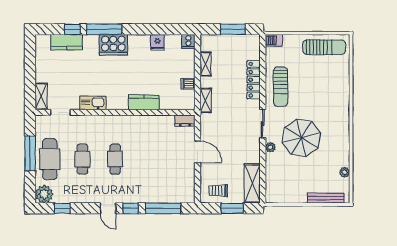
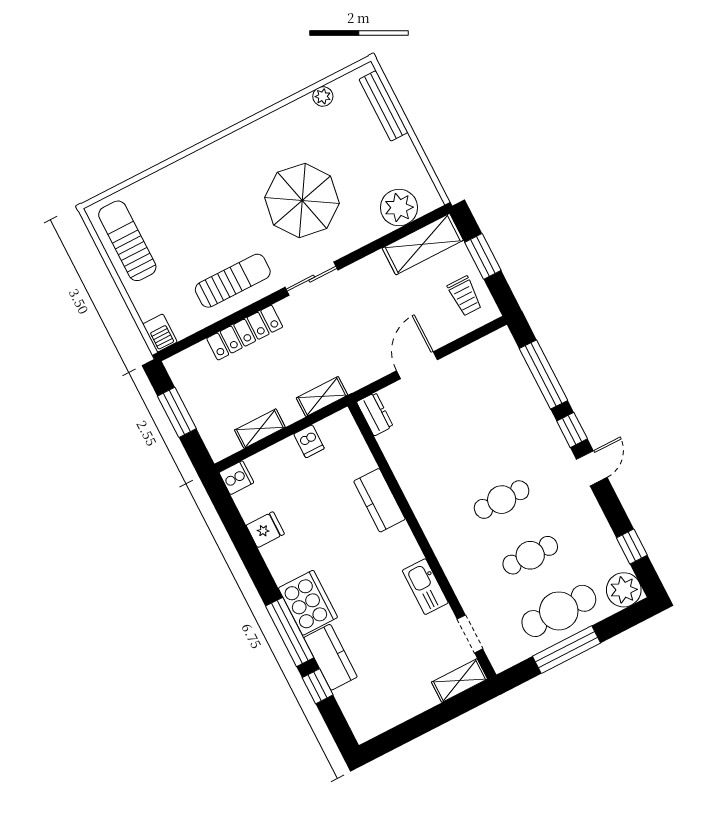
kitchen counter: (67, 42) -> (331, 657), moved
plant: (270, 147) -> (399, 208), moved, width x1.88, depth x1.88

